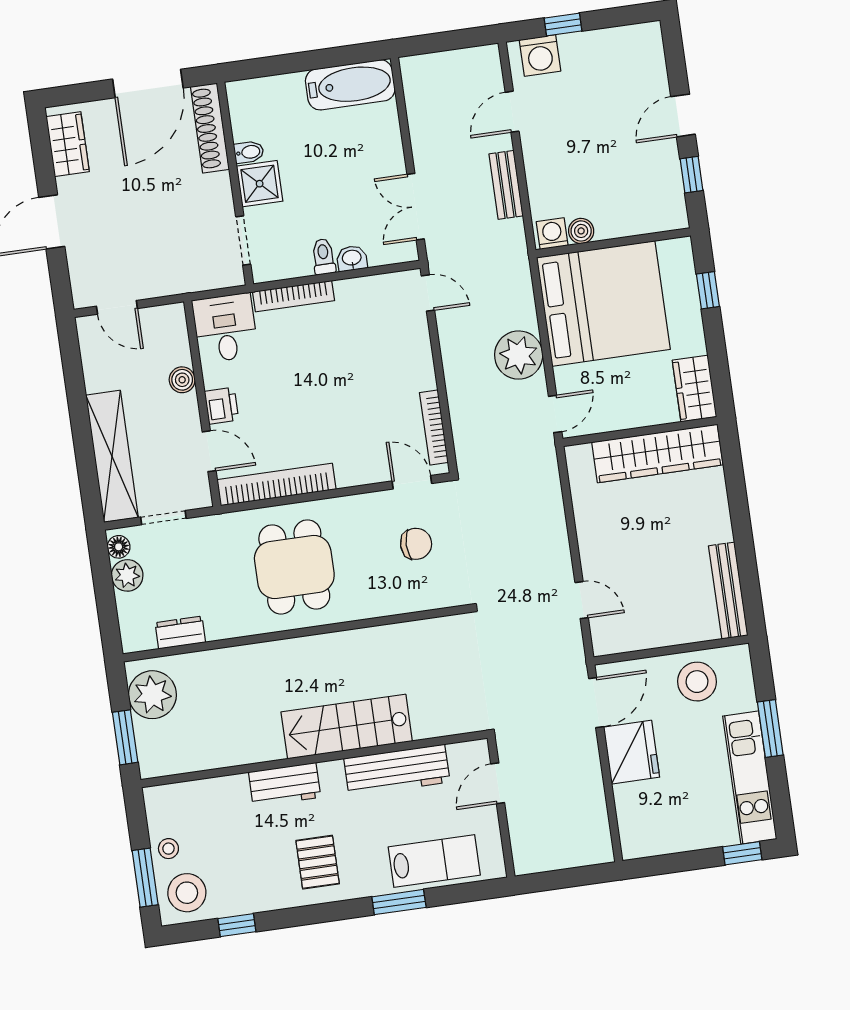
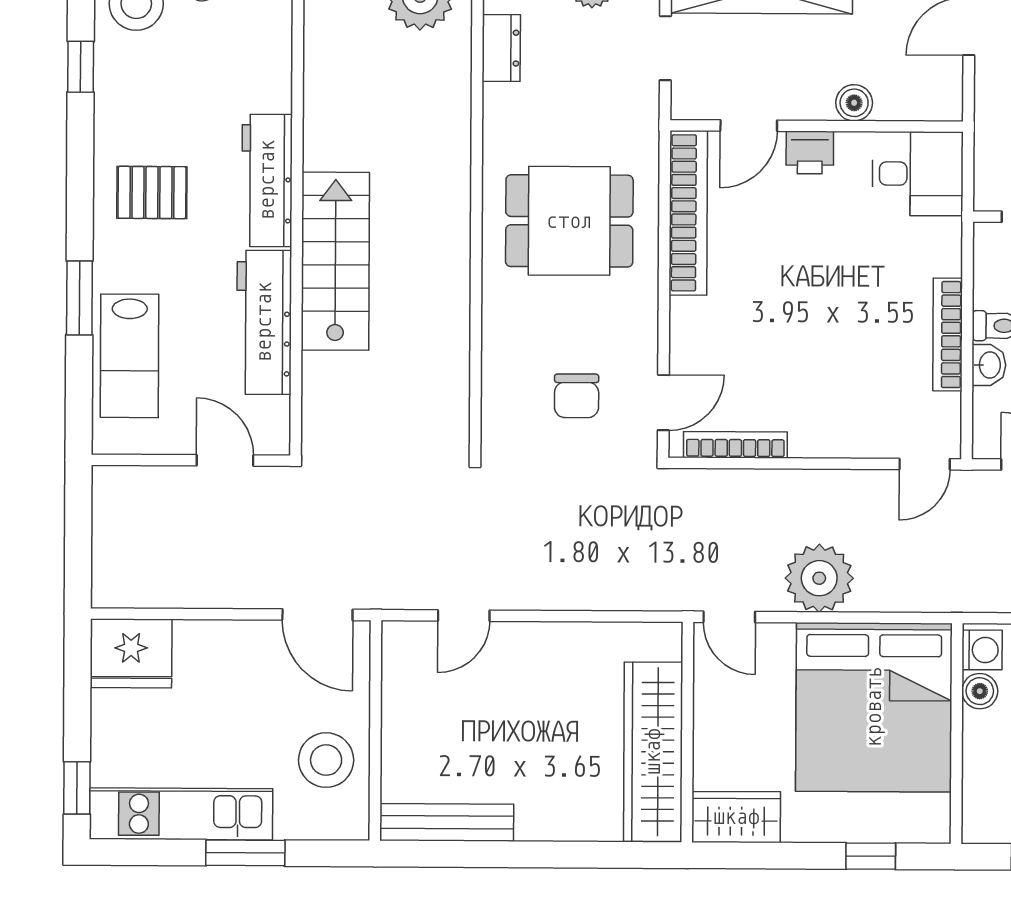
bookcase: (294, 296) -> (948, 335), moved
fridge: (631, 752) -> (131, 653), moved
workbench: (285, 785) -> (267, 180), width x1.38

